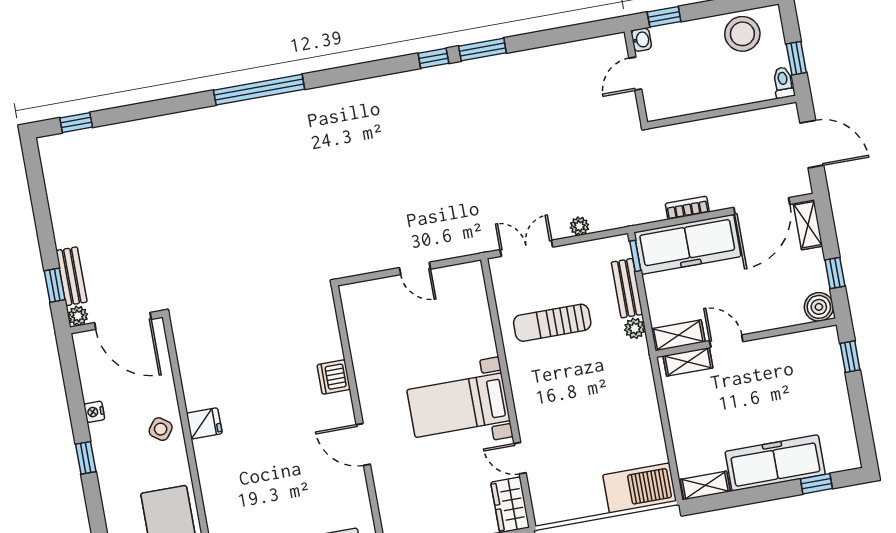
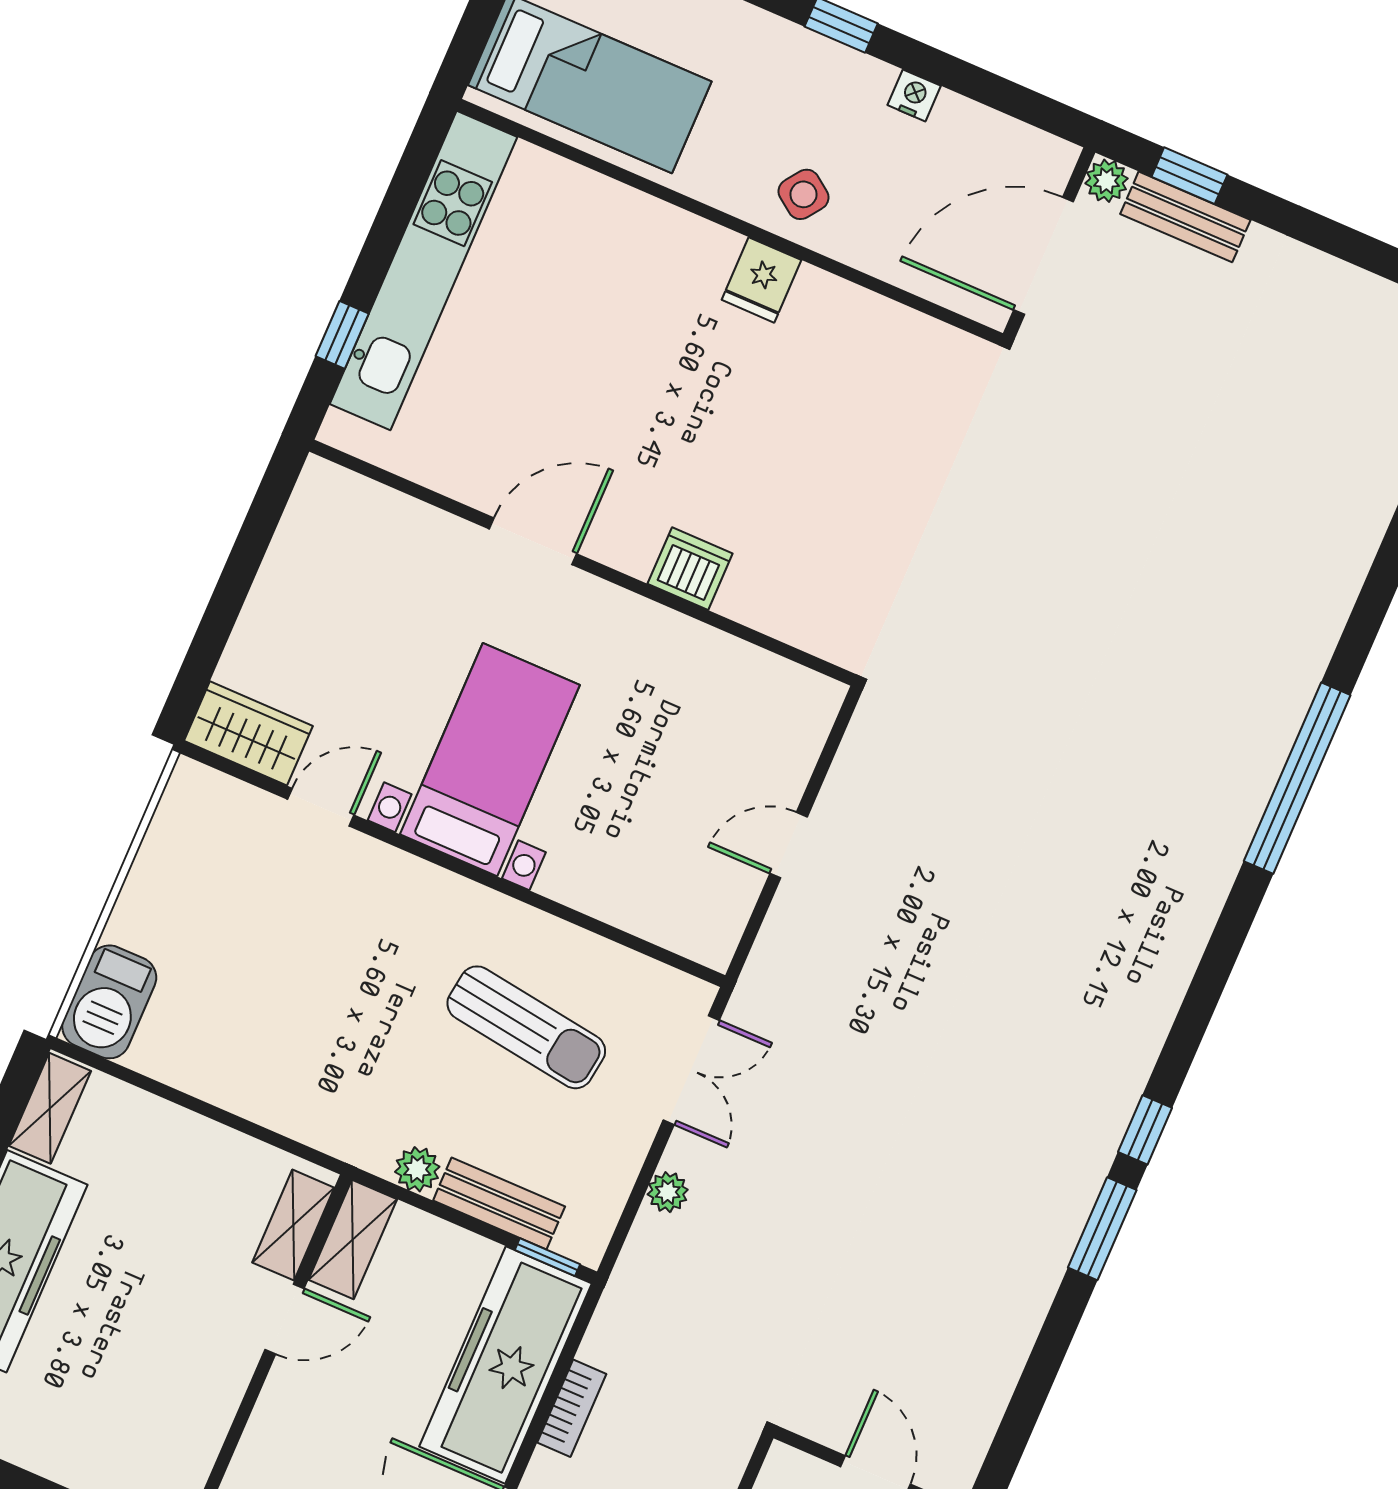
sun lounger: (552, 323) -> (526, 1027), turned 98
barbecue: (639, 488) -> (109, 1002), width x0.73, depth x0.83

